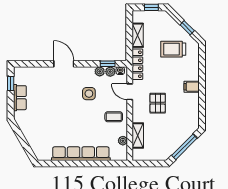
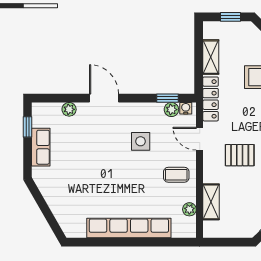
plant: (100, 71) -> (69, 109), moved
pallet: (158, 103) -> (240, 155), turned 90

